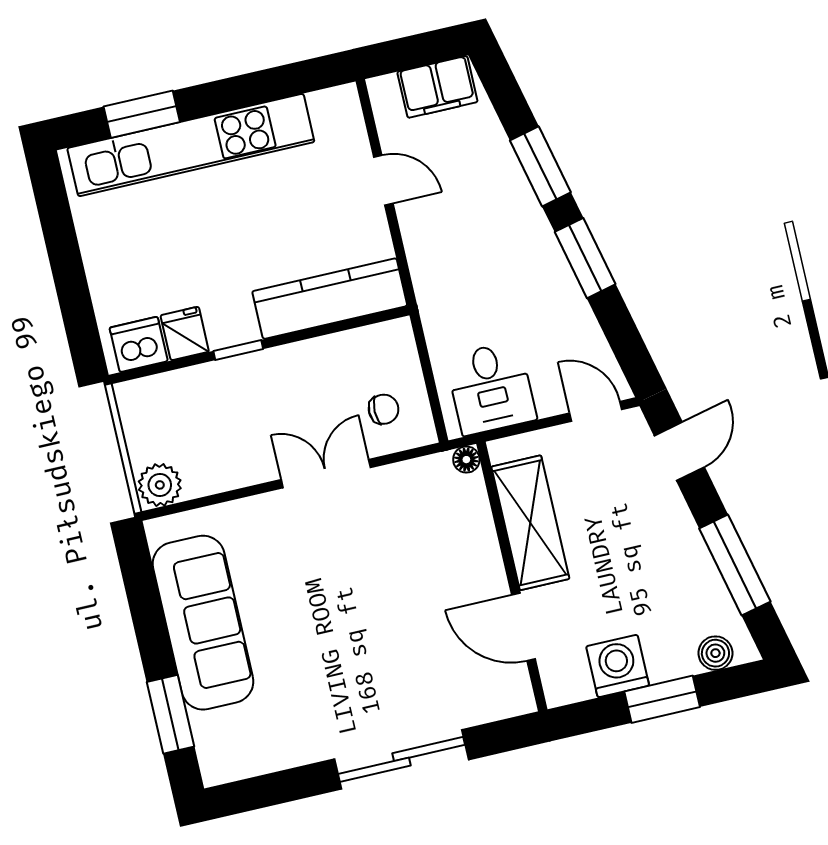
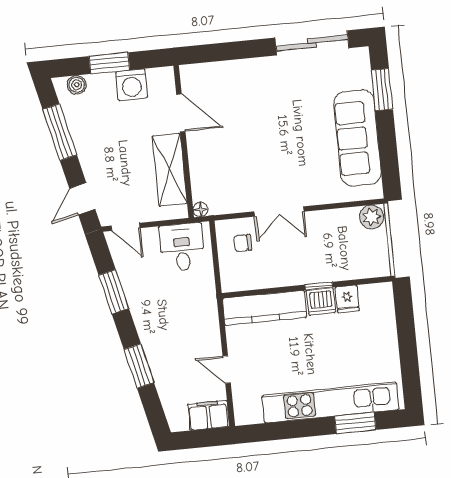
filing cabinet: (437, 87) -> (208, 415), moved
window: (585, 258) -> (114, 292), moved
dishwasher: (139, 344) -> (321, 301), moved
sliding door: (402, 759) -> (312, 43), moved

